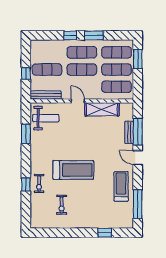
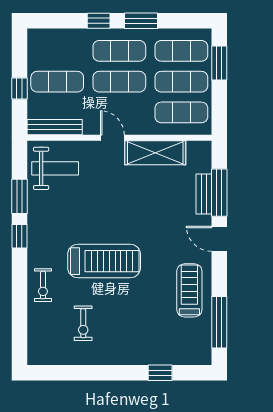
window: (26, 184) -> (19, 236), moved

